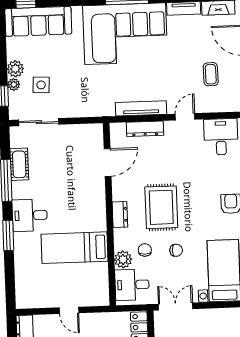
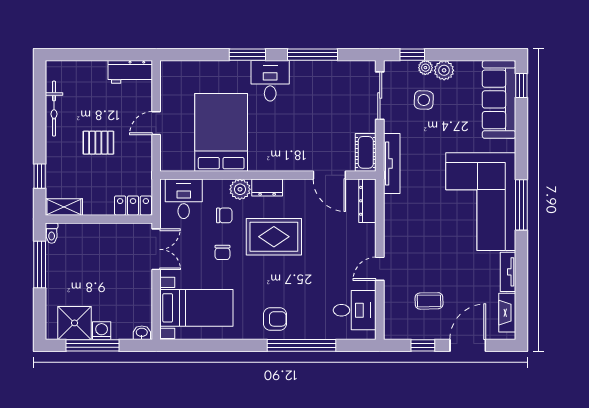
tv unit: (141, 108) -> (392, 163), moved
door: (185, 117) -> (380, 269), swing flipped
dresser: (145, 129) -> (367, 201), moved
cot: (19, 164) -> (366, 152), moved, turned 90
bed: (74, 248) -> (221, 132), width x1.50
plant: (123, 259) -> (240, 189), moved

